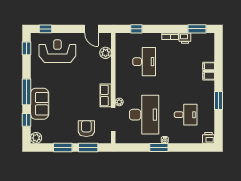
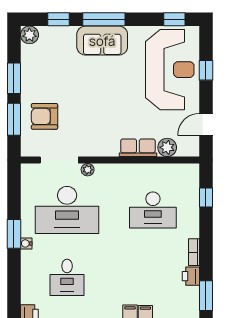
window: (45, 29) -> (206, 70), moved
reception desk: (57, 51) -> (170, 70), width x1.36, depth x1.30
row of seats: (106, 95) -> (138, 148), moved
sofa: (40, 104) -> (102, 41), moved
armchair: (86, 129) -> (44, 116), turned 180

